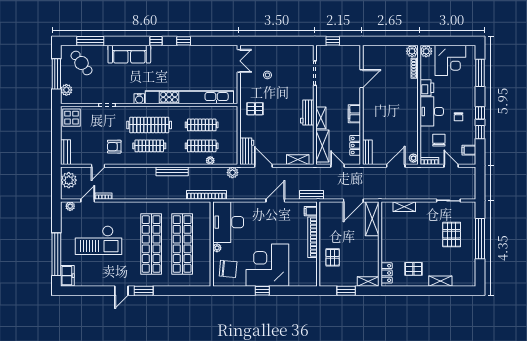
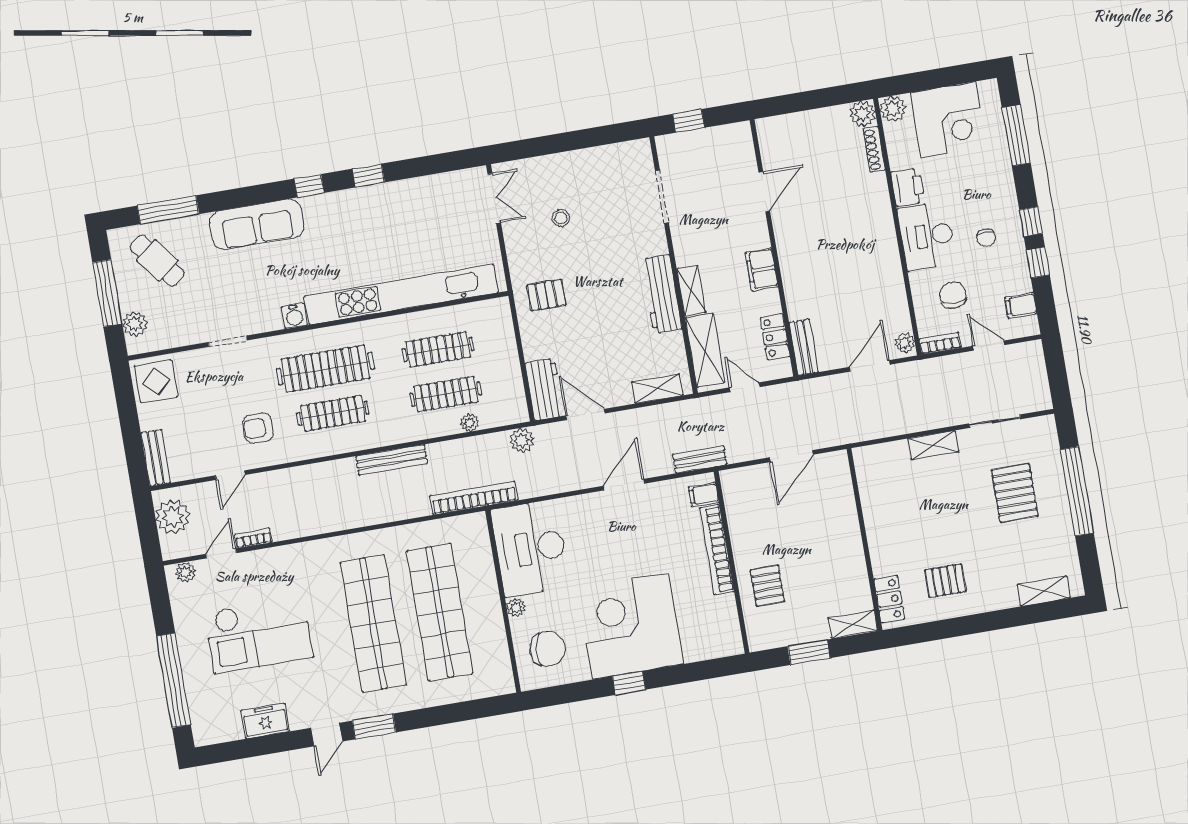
workbench: (307, 112) -> (662, 294), width x1.38
shelving: (404, 207) -> (933, 445), moved
shelving: (372, 219) -> (838, 488), removed
freezer: (67, 276) -> (265, 721), moved, turned -90
shelving: (440, 281) -> (1044, 591), moved

